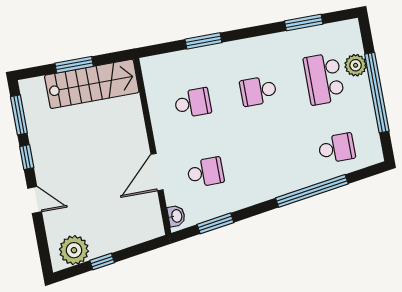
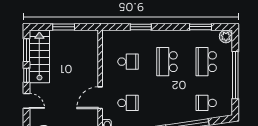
plant: (356, 65) -> (226, 36), moved
stairs: (92, 84) -> (39, 56), moved, turned -90
school desk: (258, 91) -> (167, 62), width x1.85
school desk: (337, 148) -> (206, 103), turned 180

